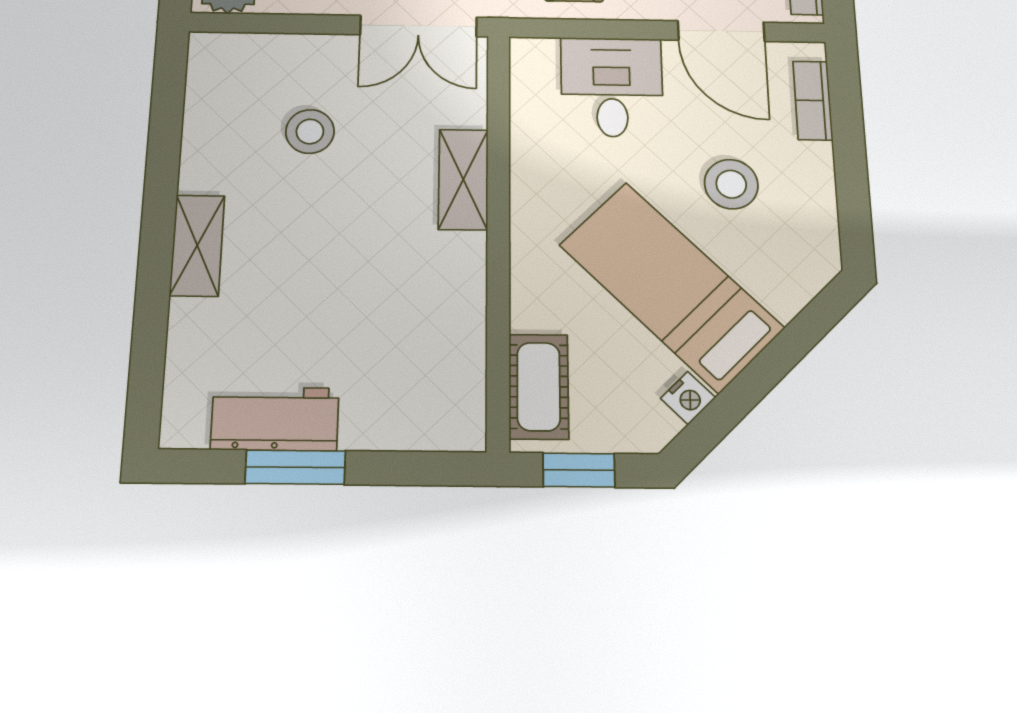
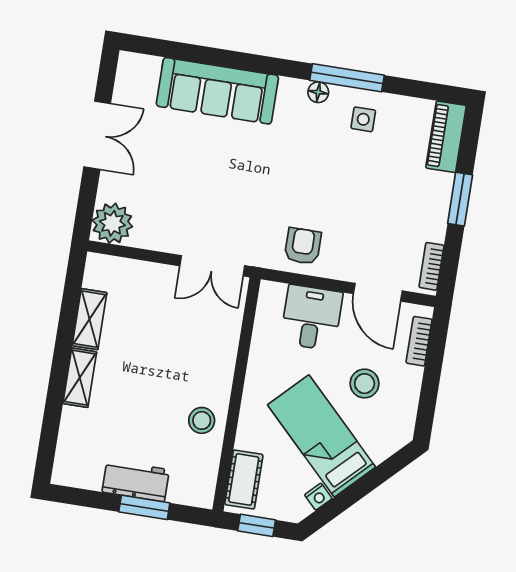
stool: (310, 132) -> (202, 420), moved
shelving: (463, 179) -> (90, 319), moved
workbench: (275, 419) -> (136, 481), moved
window: (295, 467) -> (144, 507), moved

